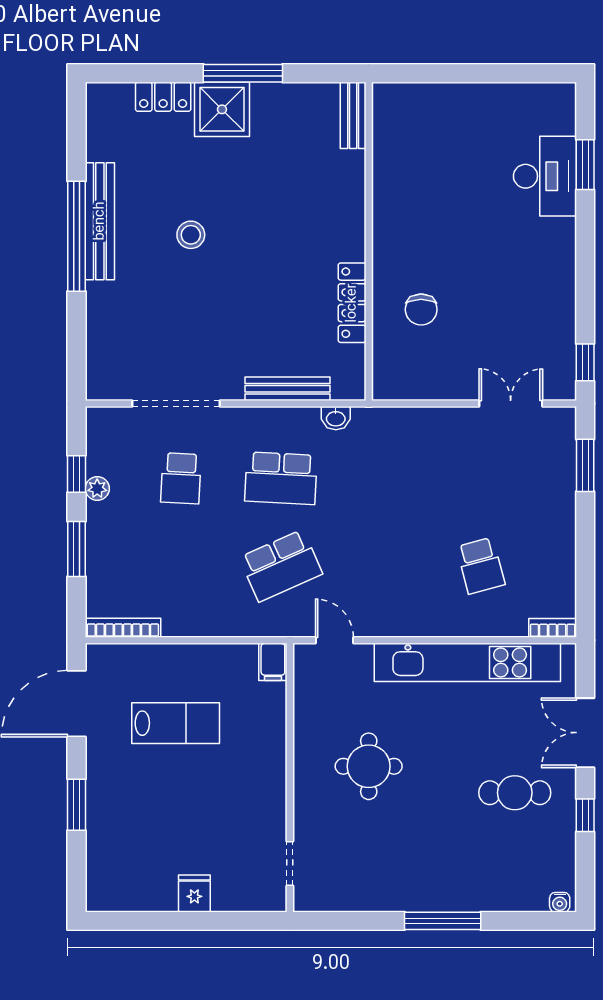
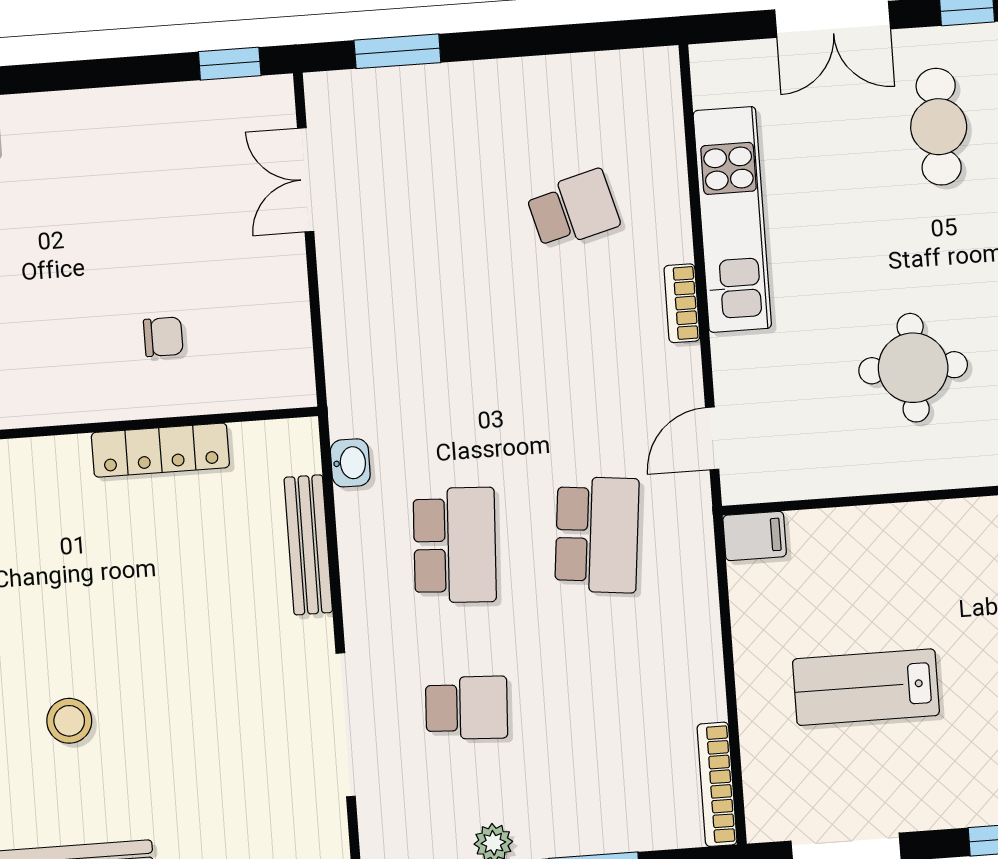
chair: (421, 310) -> (163, 337), width x0.73, depth x0.73
school desk: (281, 566) -> (597, 535), turned 30
bookcase: (553, 628) -> (682, 303), moved
kitchen unit: (467, 662) -> (732, 219), width x0.73
lab bench: (176, 723) -> (866, 687), turned -90

